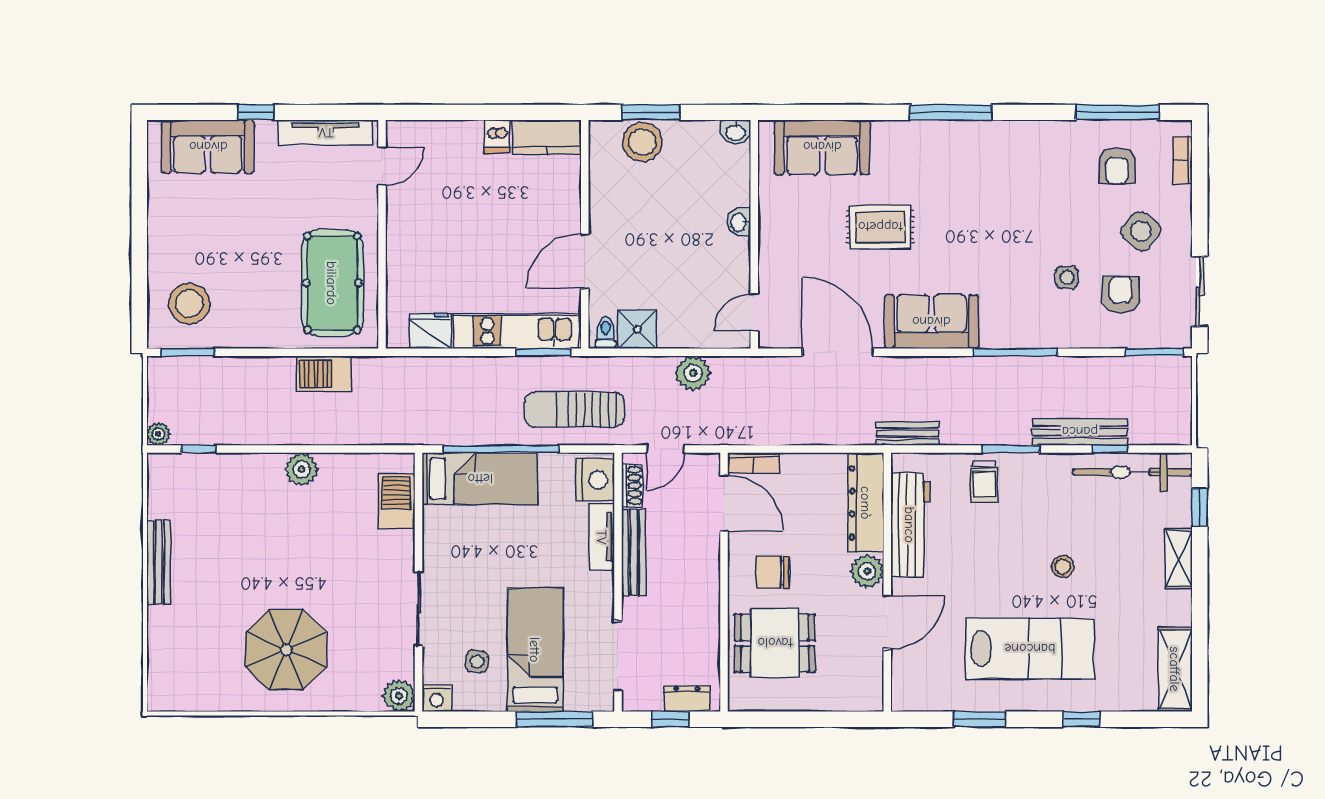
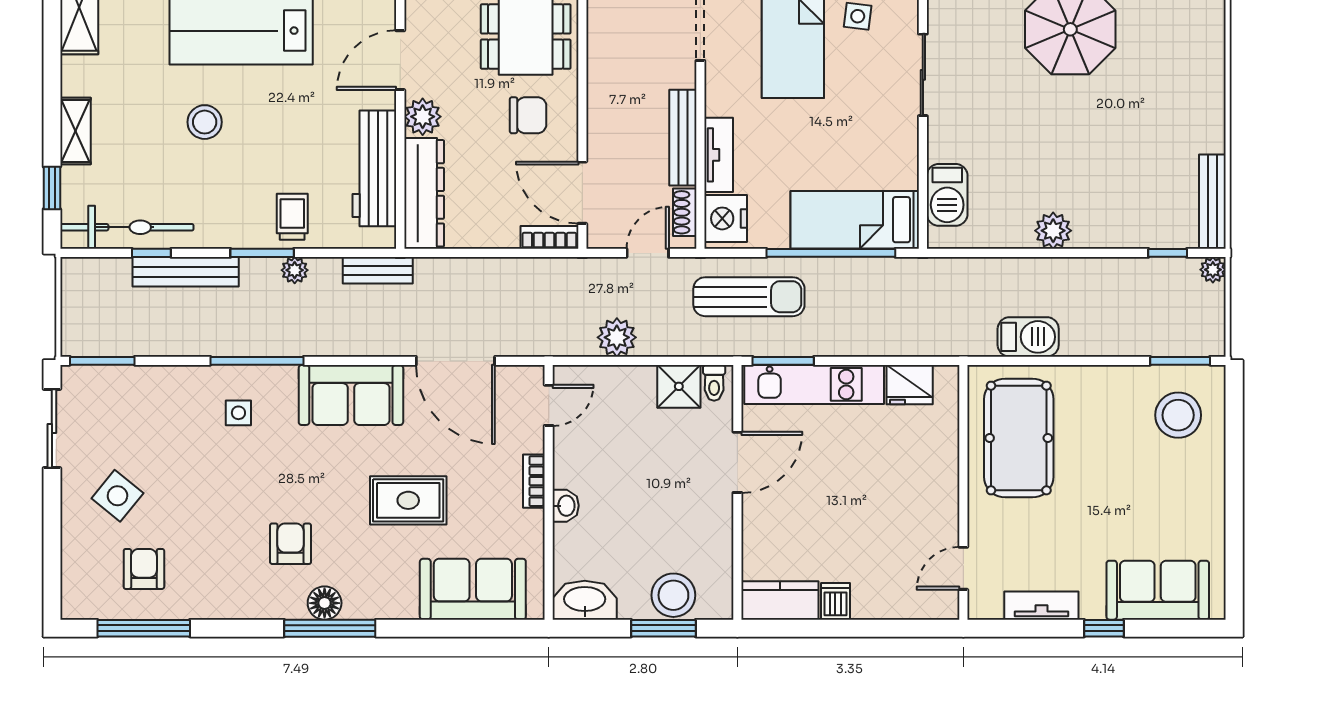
washbasin: (736, 132) -> (585, 600), width x1.91, depth x1.45
tv unit: (326, 133) -> (1041, 606), width x0.71
floor lamp: (955, 135) -> (325, 603), added
bookcase: (1183, 160) -> (534, 481), moved, turned 180
side table: (1067, 277) -> (238, 413), moved
armchair: (1121, 295) -> (291, 544), moved, turned 180
plant: (982, 434) -> (295, 270), added
bench: (159, 562) -> (1212, 202), moved
stool: (1063, 566) -> (205, 122), width x1.37, depth x1.37

